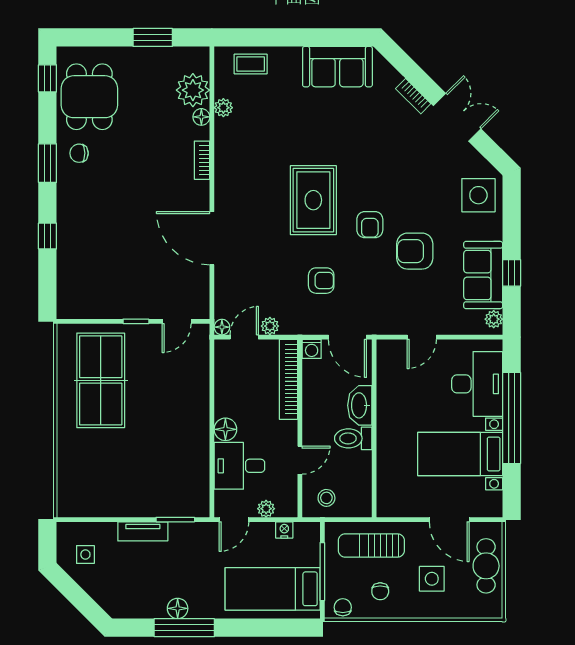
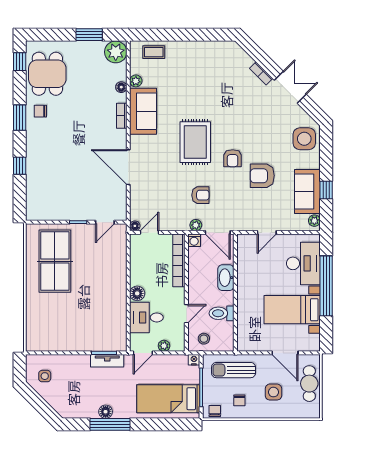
sofa: (337, 67) -> (143, 111), moved, turned -90
plant: (193, 90) -> (116, 52), moved
plant: (270, 326) -> (196, 225), moved
toilet: (353, 438) -> (222, 313), moved
nightstand: (284, 530) -> (194, 360), moved
tv unit: (143, 531) -> (107, 361), moved

